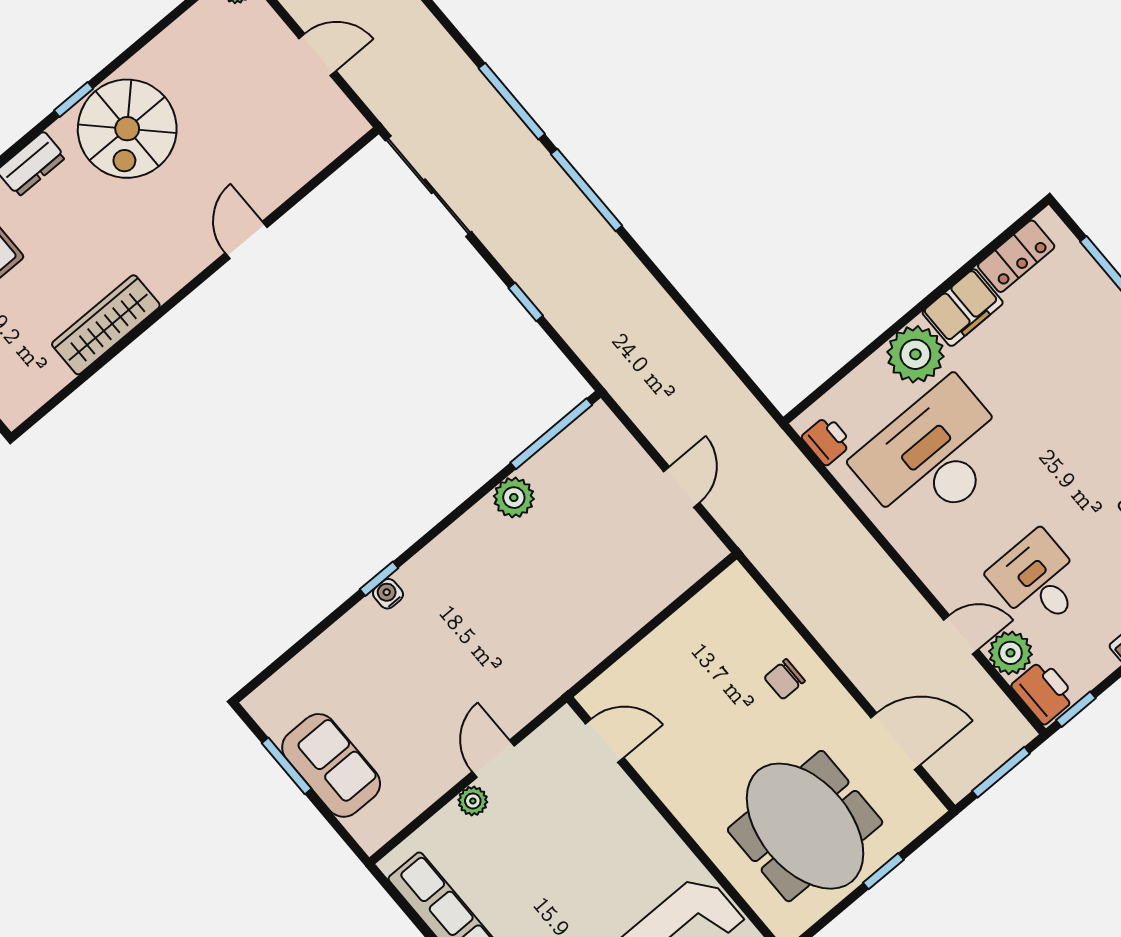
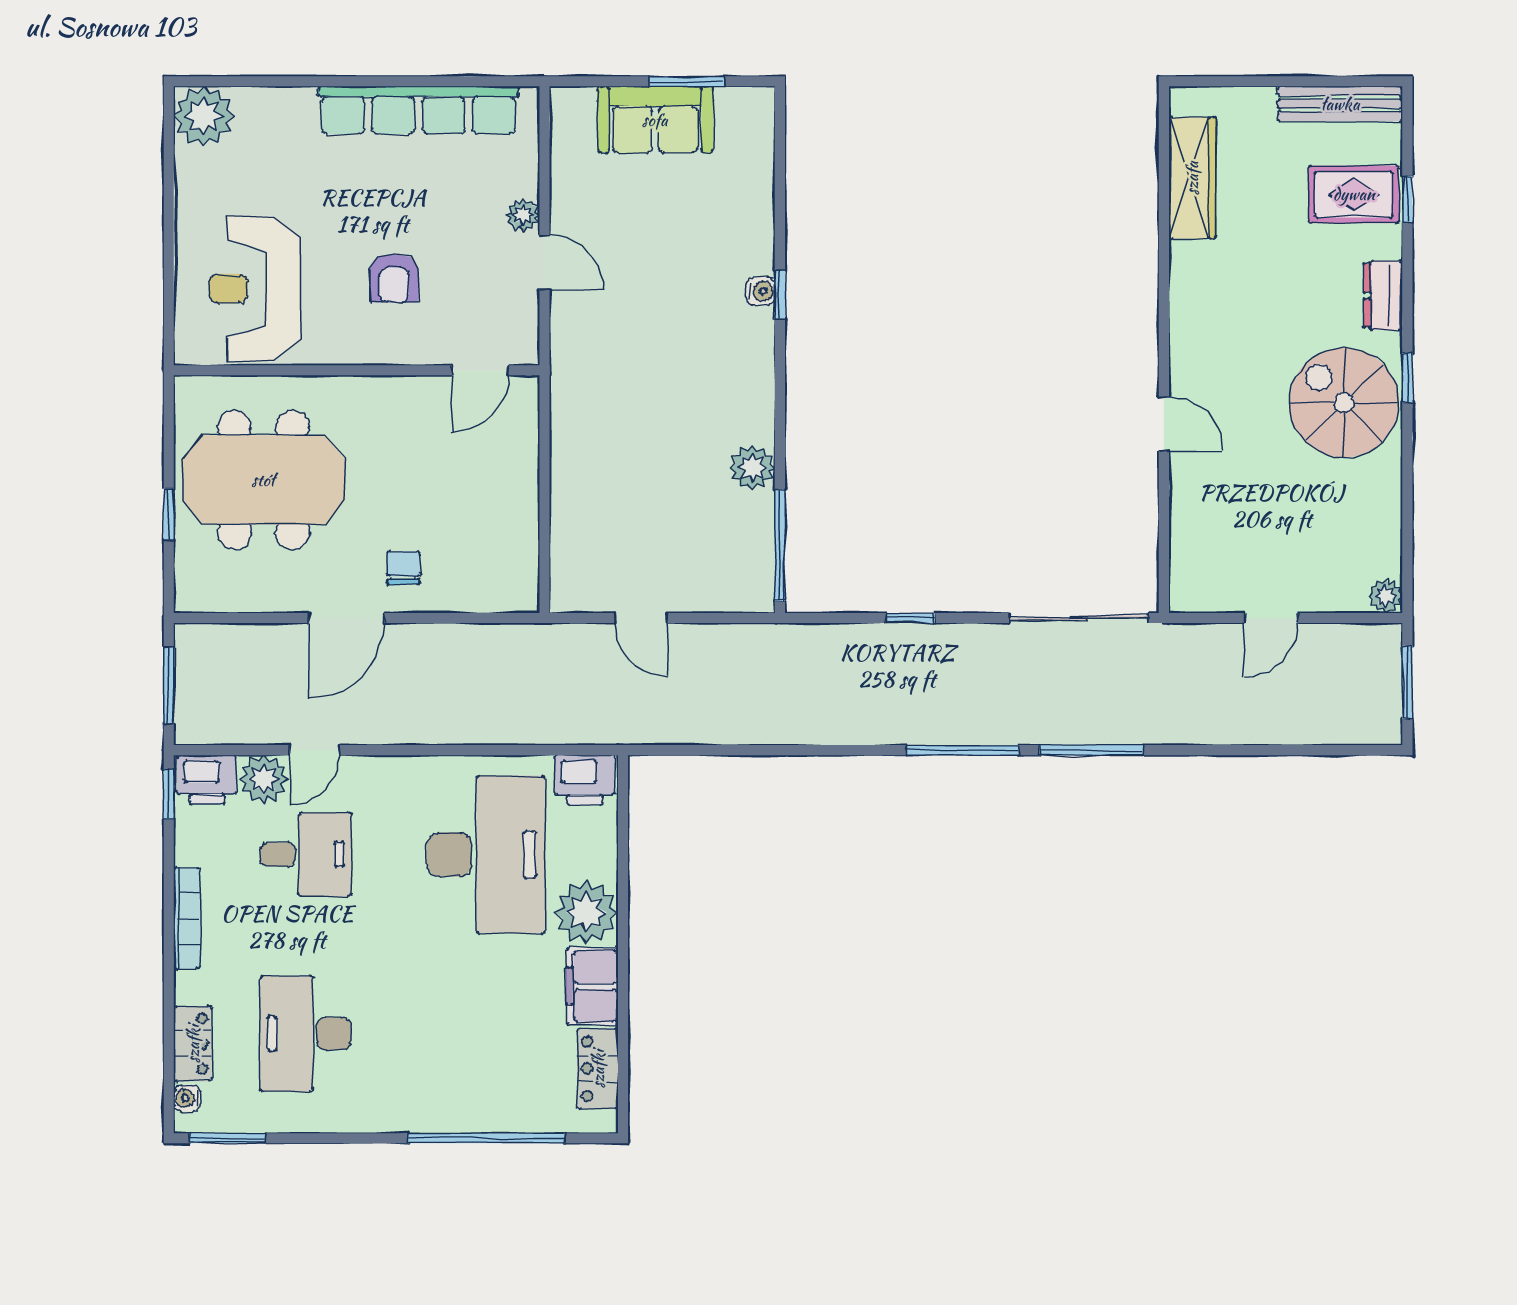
wardrobe: (106, 325) -> (1192, 178), moved
printer: (827, 440) -> (585, 780), width x1.36, depth x1.24
door: (896, 741) -> (347, 618), moved
armchair: (591, 853) -> (394, 278), added

